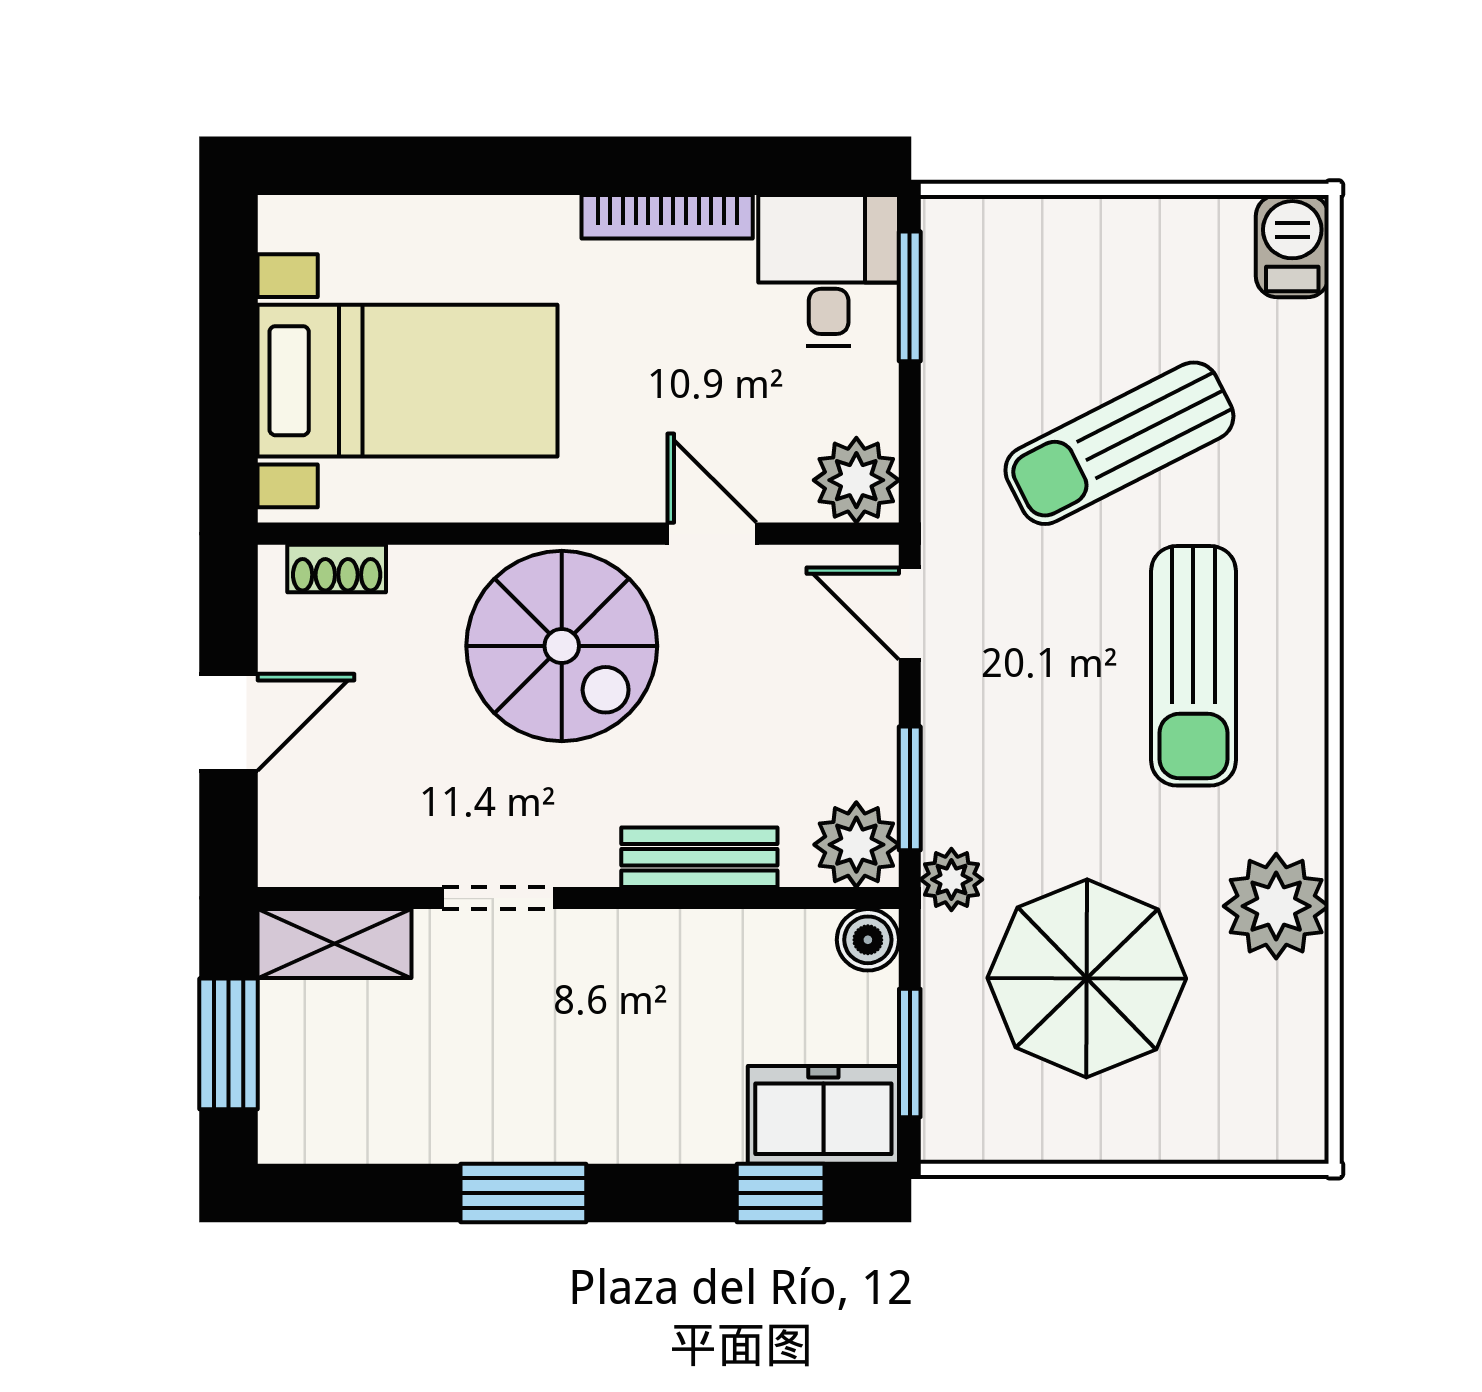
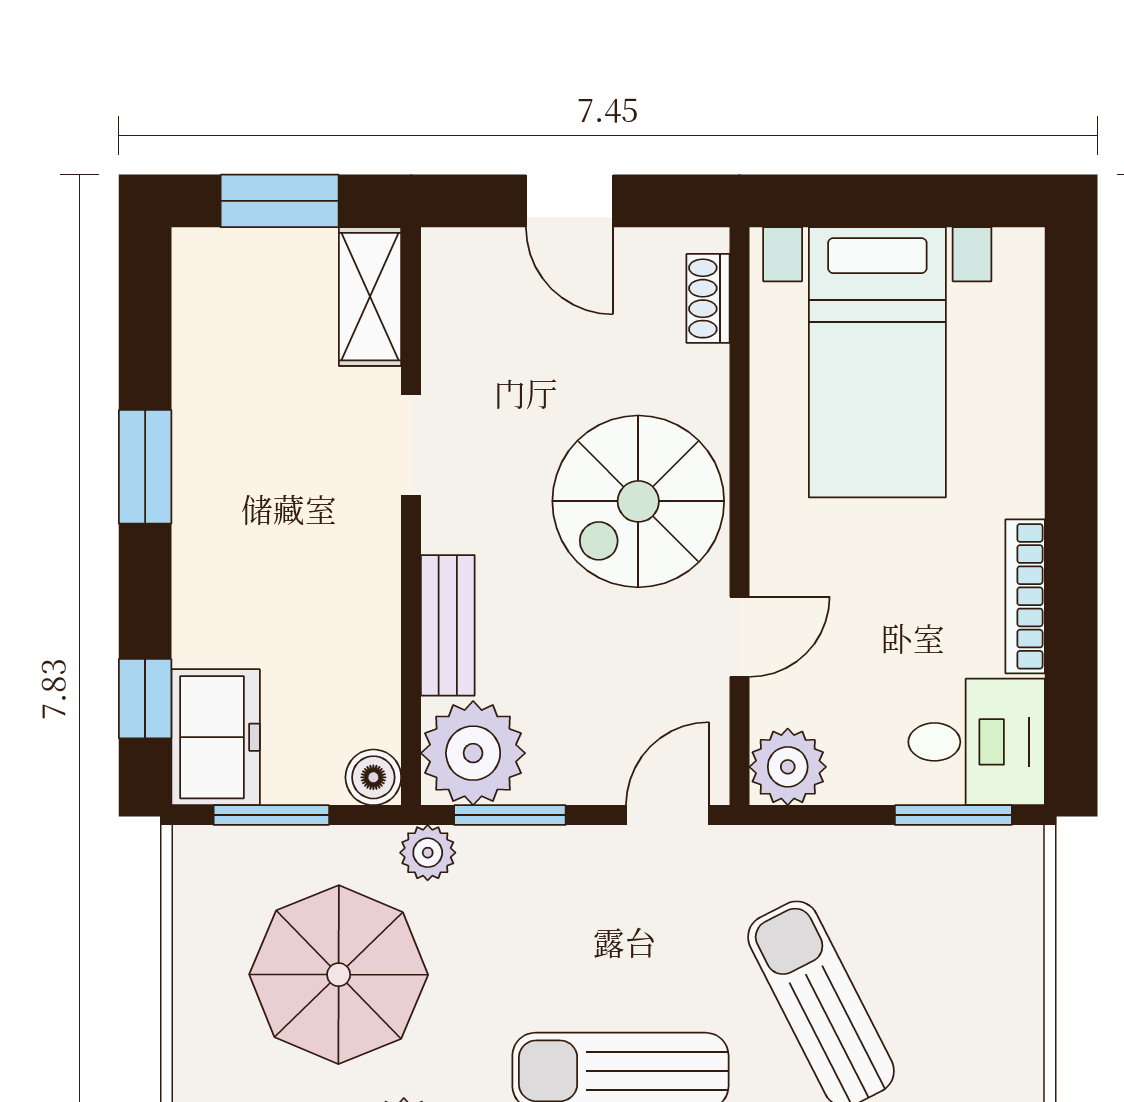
plant: (856, 845) -> (473, 753), width x1.36, depth x1.36

